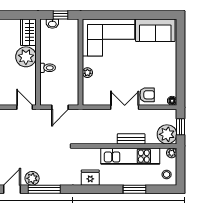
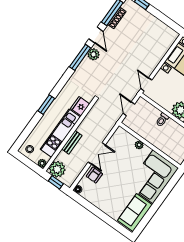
door: (25, 107) -> (146, 84), swing flipped
fridge: (90, 178) -> (80, 106), moved, turned 180
window: (135, 189) -> (46, 105), moved

